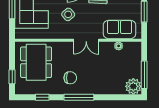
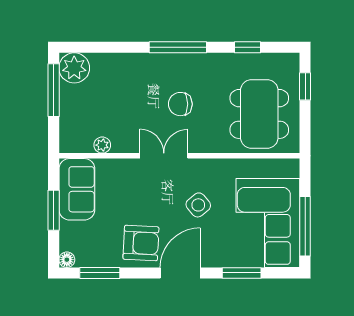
sofa: (120, 29) -> (77, 189), moved, turned -90
chair: (70, 78) -> (180, 104), moved

